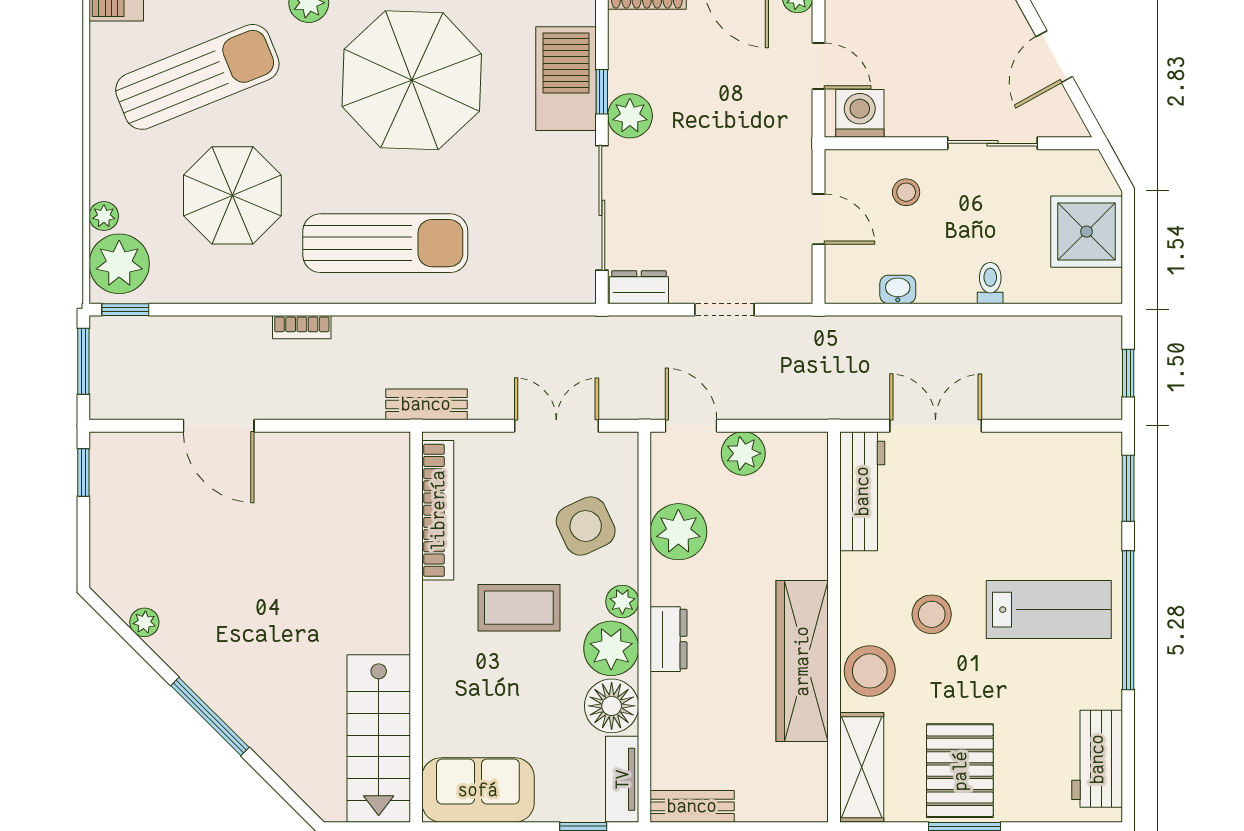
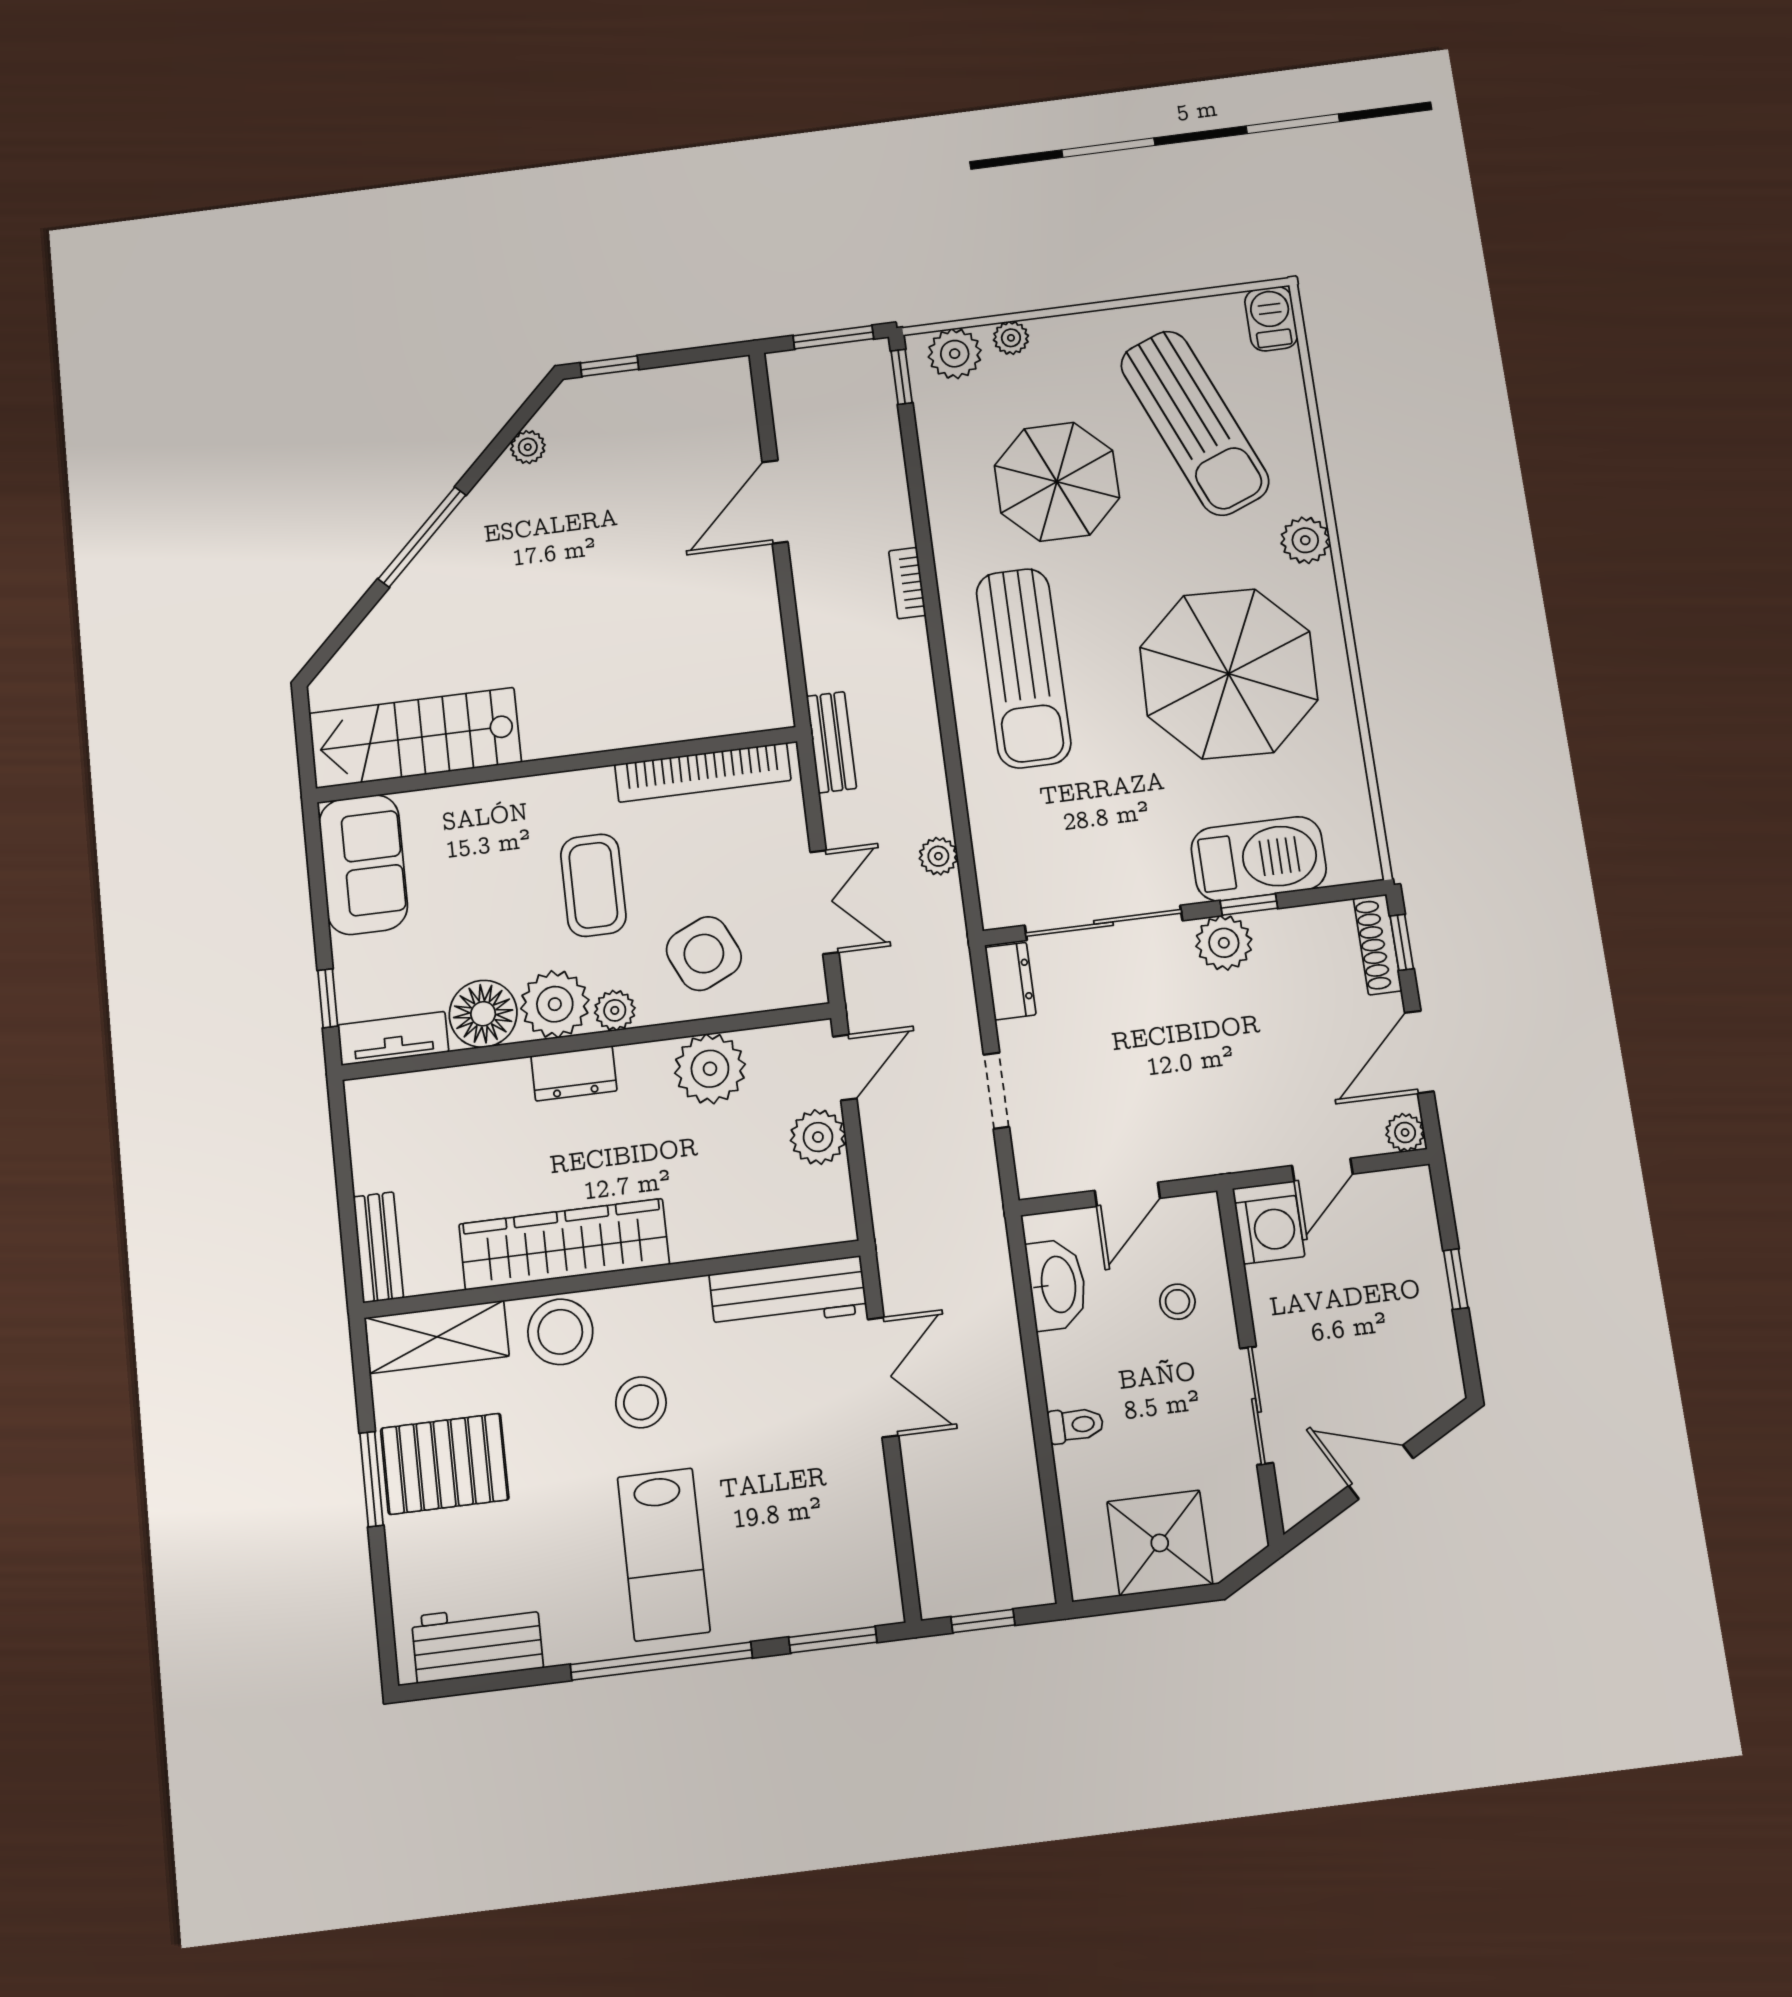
plant: (119, 264) -> (955, 354), width x0.73, depth x0.73
washbasin: (898, 289) -> (1057, 1285), width x1.91, depth x1.45
plant: (531, 331) -> (938, 856), added
window: (83, 472) -> (609, 366), moved
bench: (692, 806) -> (378, 1247), moved

